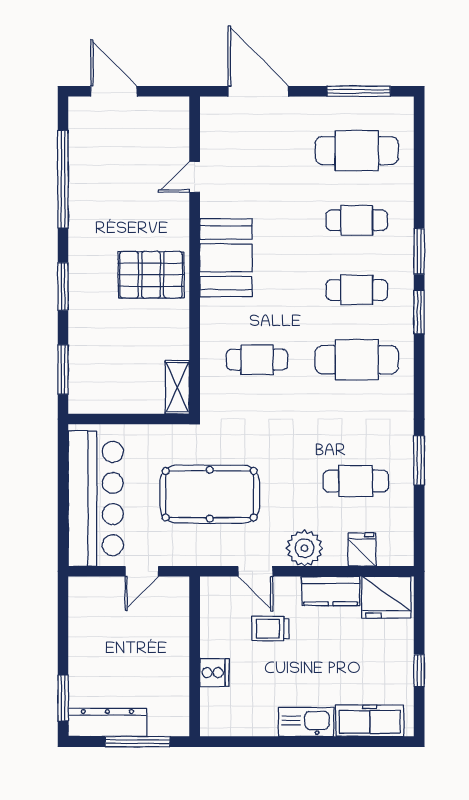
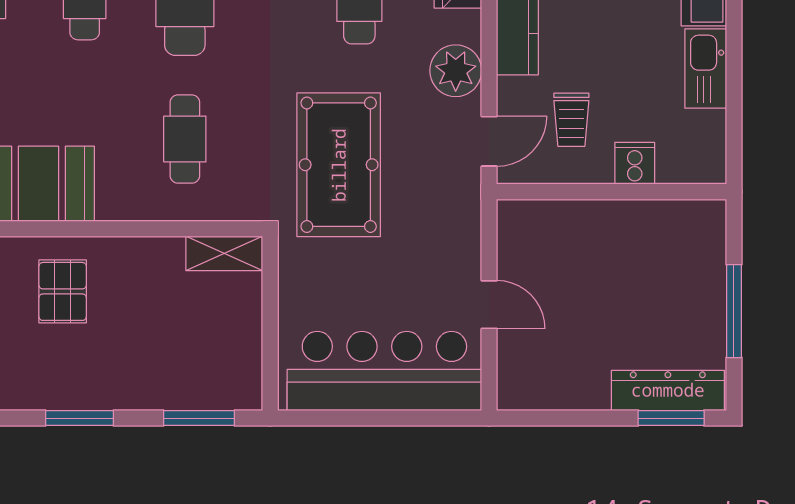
pallet: (151, 275) -> (63, 291), width x0.67, depth x0.71
pool table: (210, 494) -> (339, 165), moved
wall: (195, 656) -> (612, 192), moved
cooker: (214, 673) -> (635, 163), moved
dresser: (107, 722) -> (668, 390), moved, turned 90

